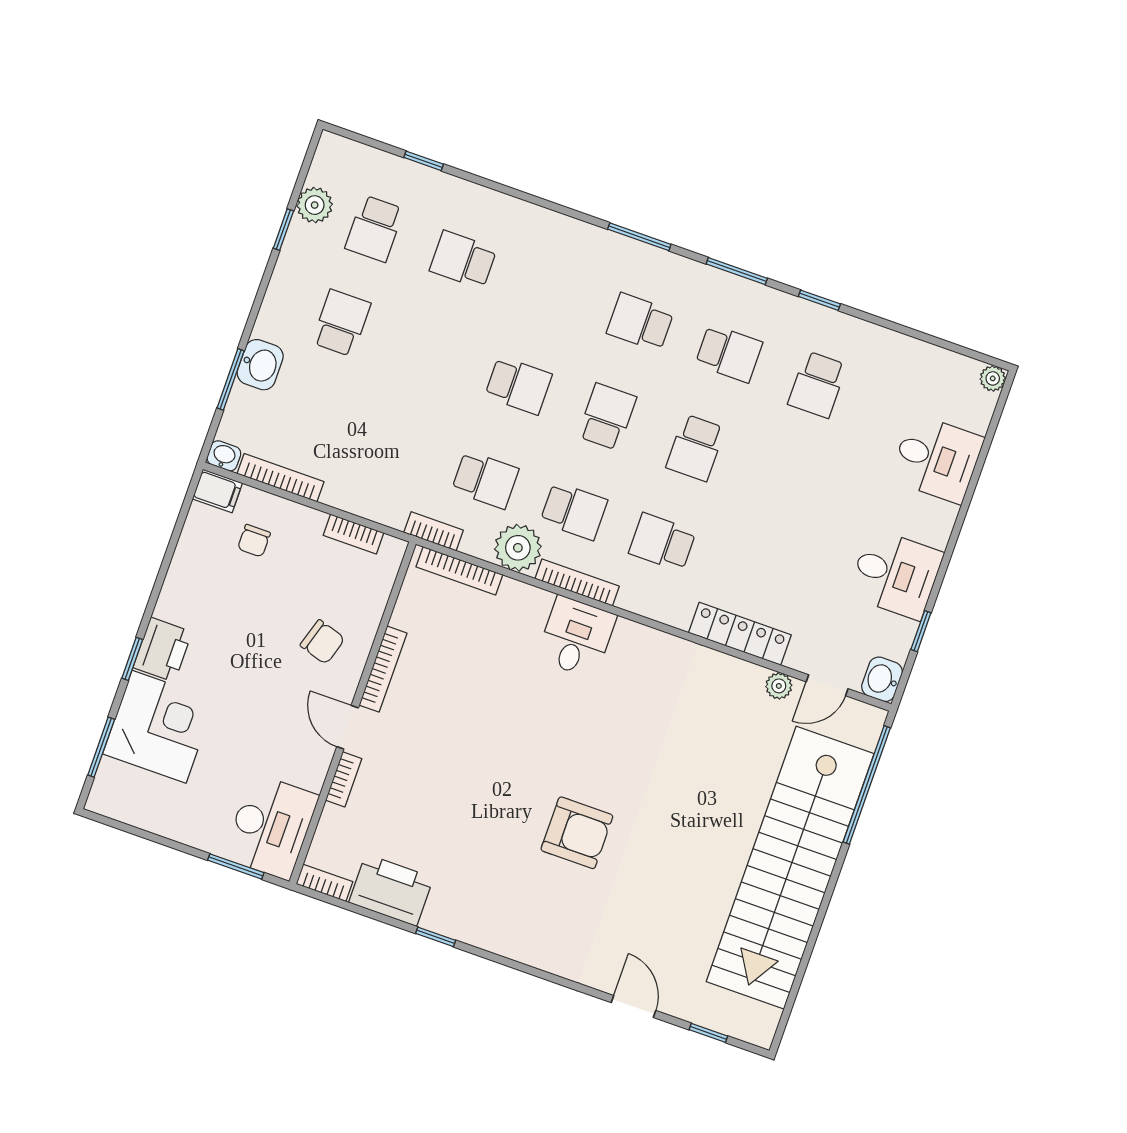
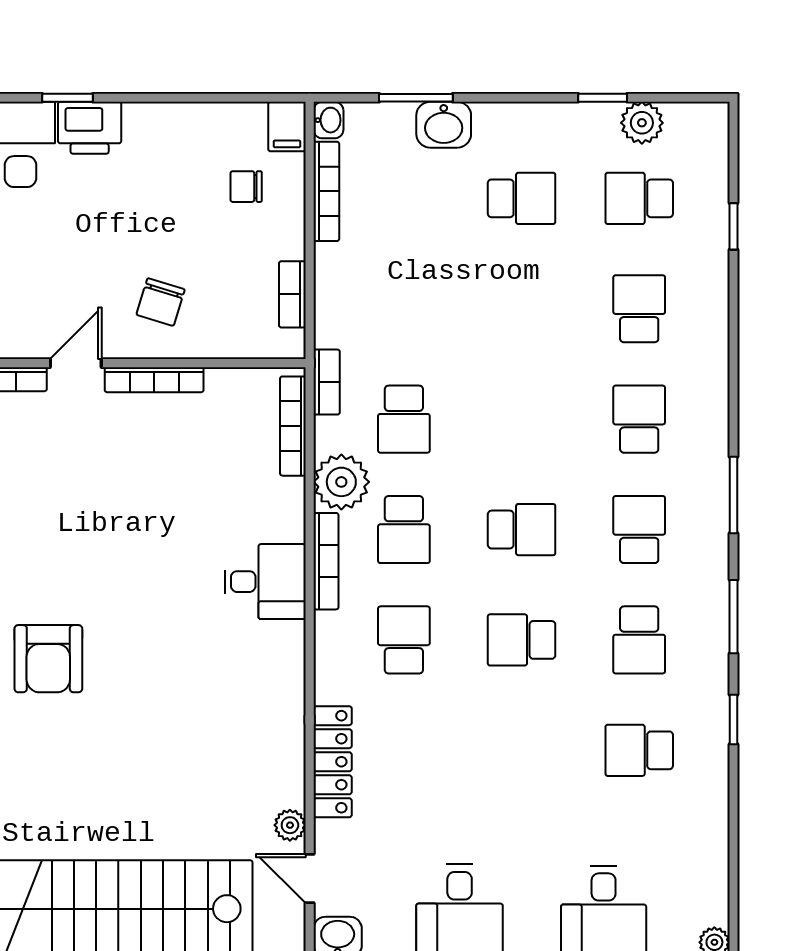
school desk: (518, 385) -> (639, 419), moved, turned 180

